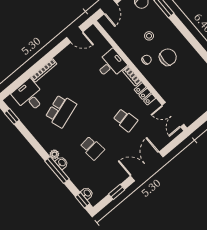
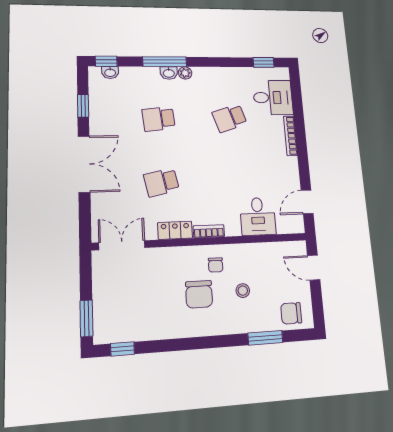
desk: (111, 64) -> (258, 216), moved
school desk: (61, 111) -> (230, 118), width x0.54

